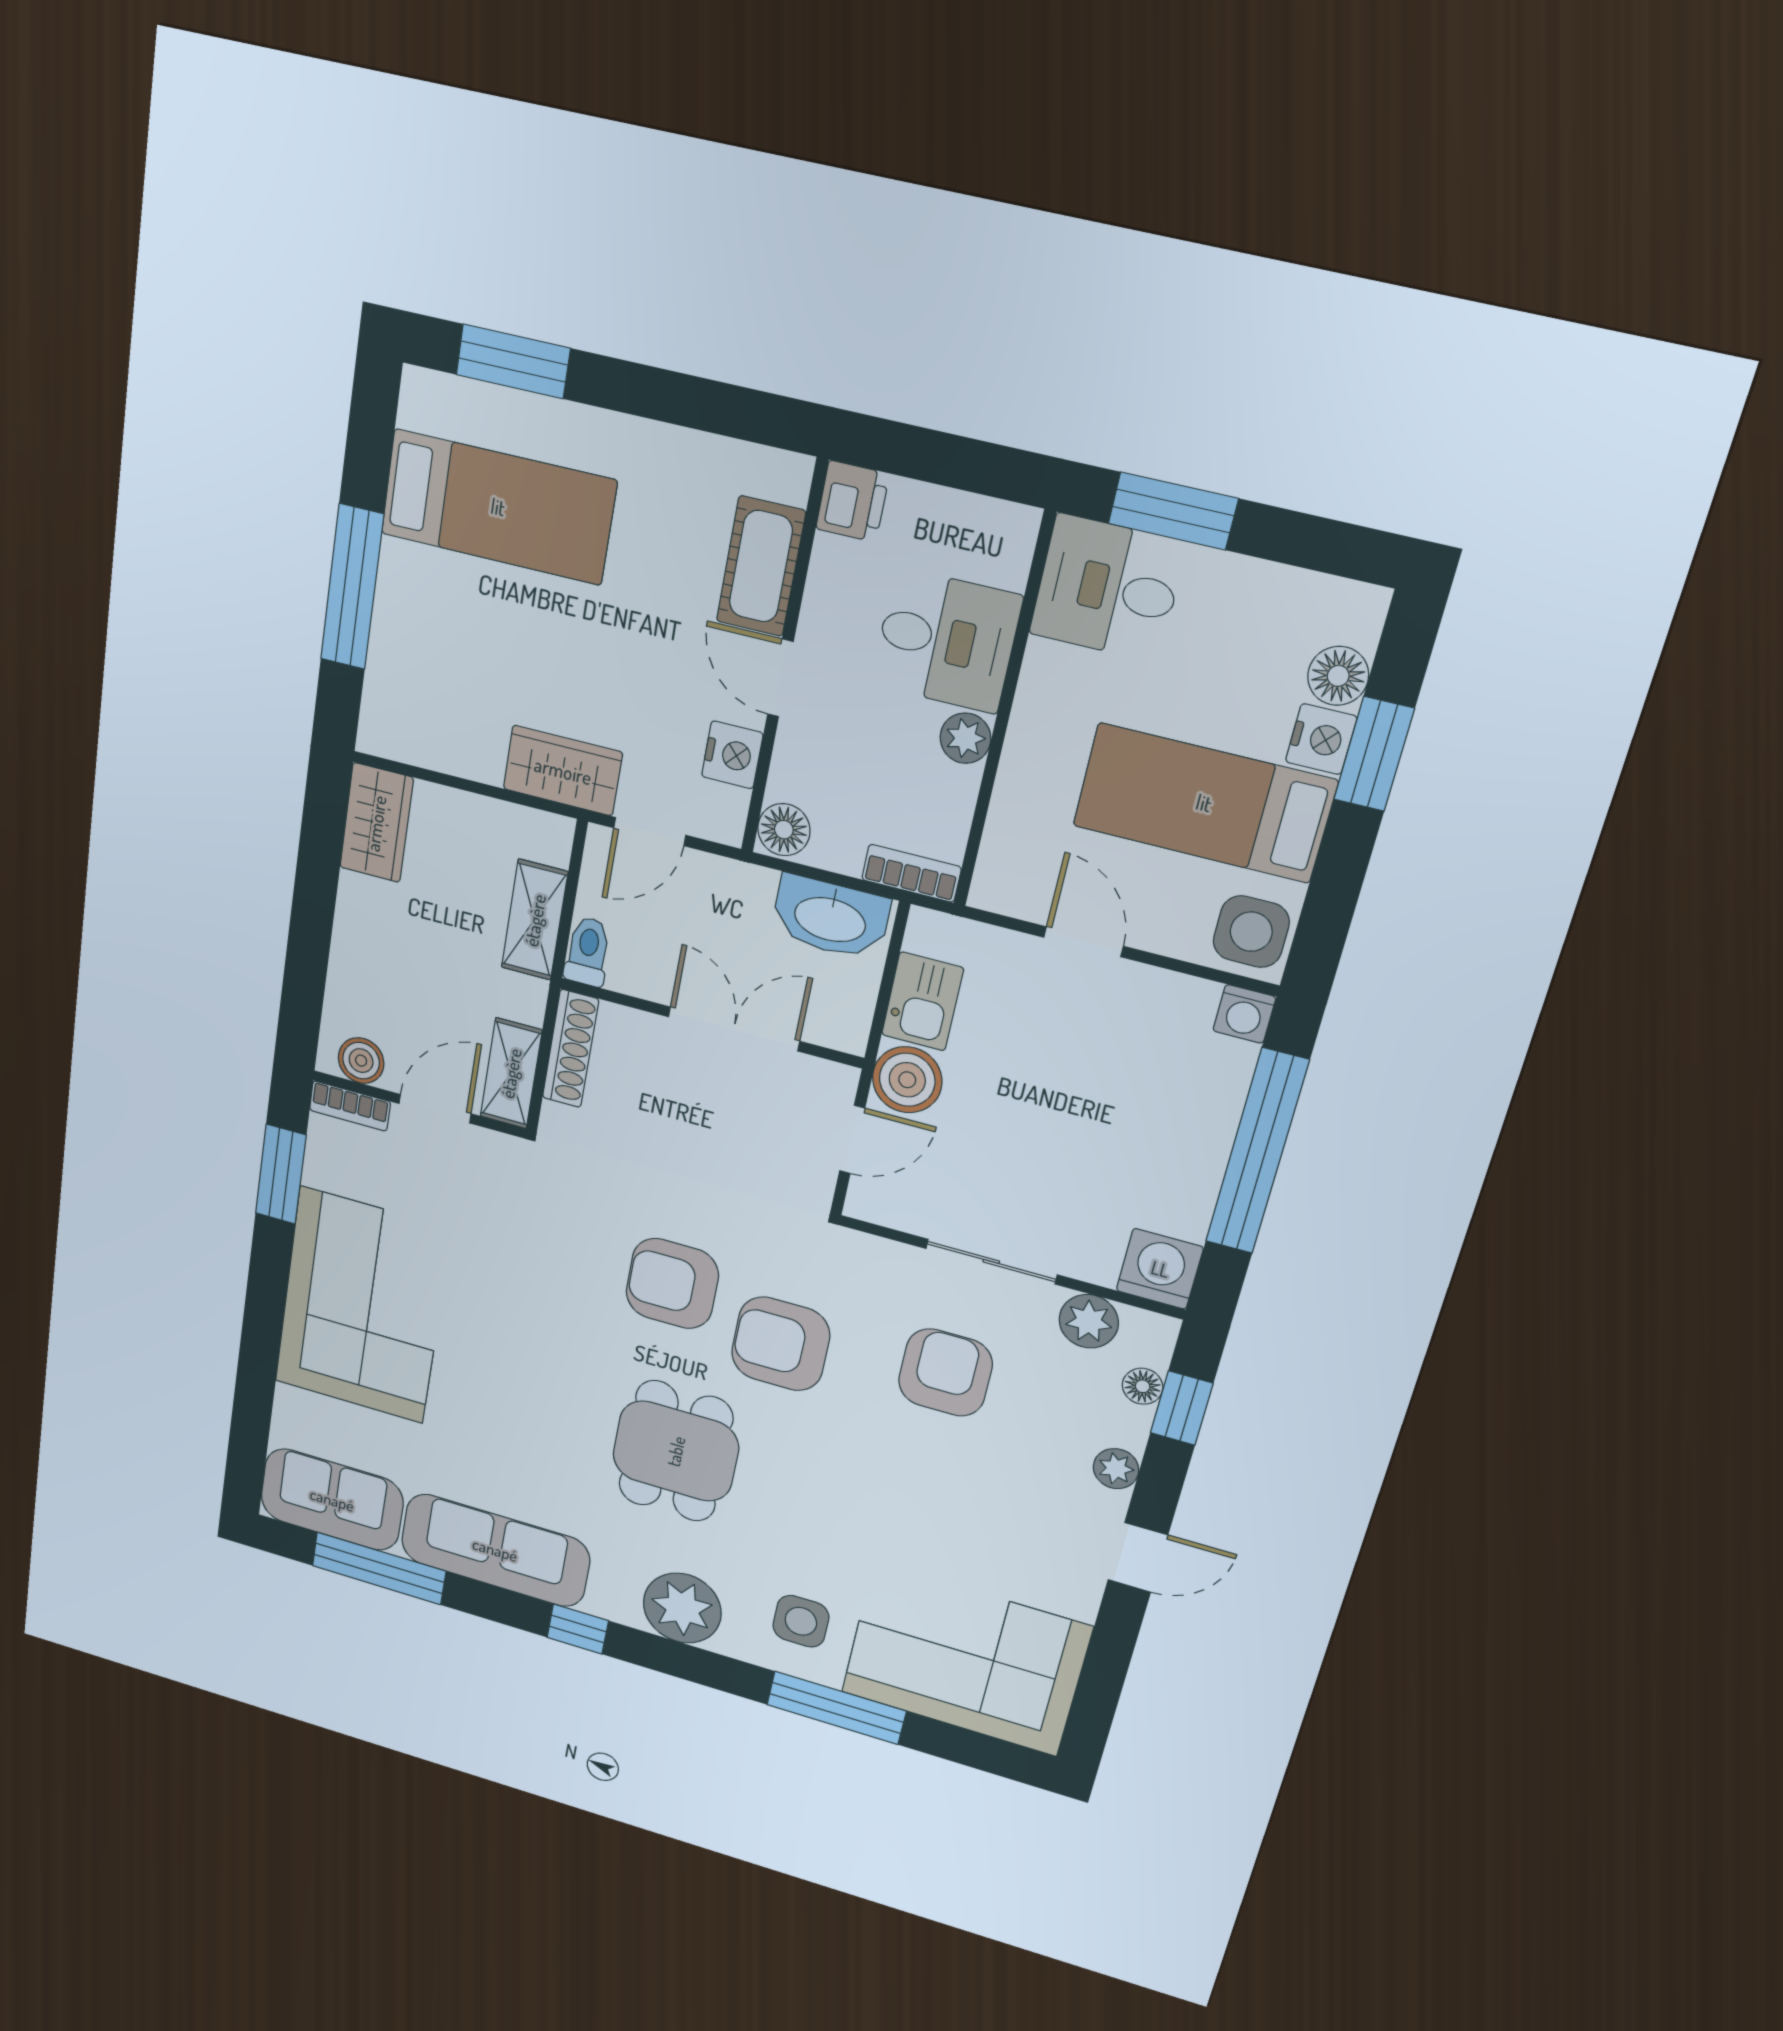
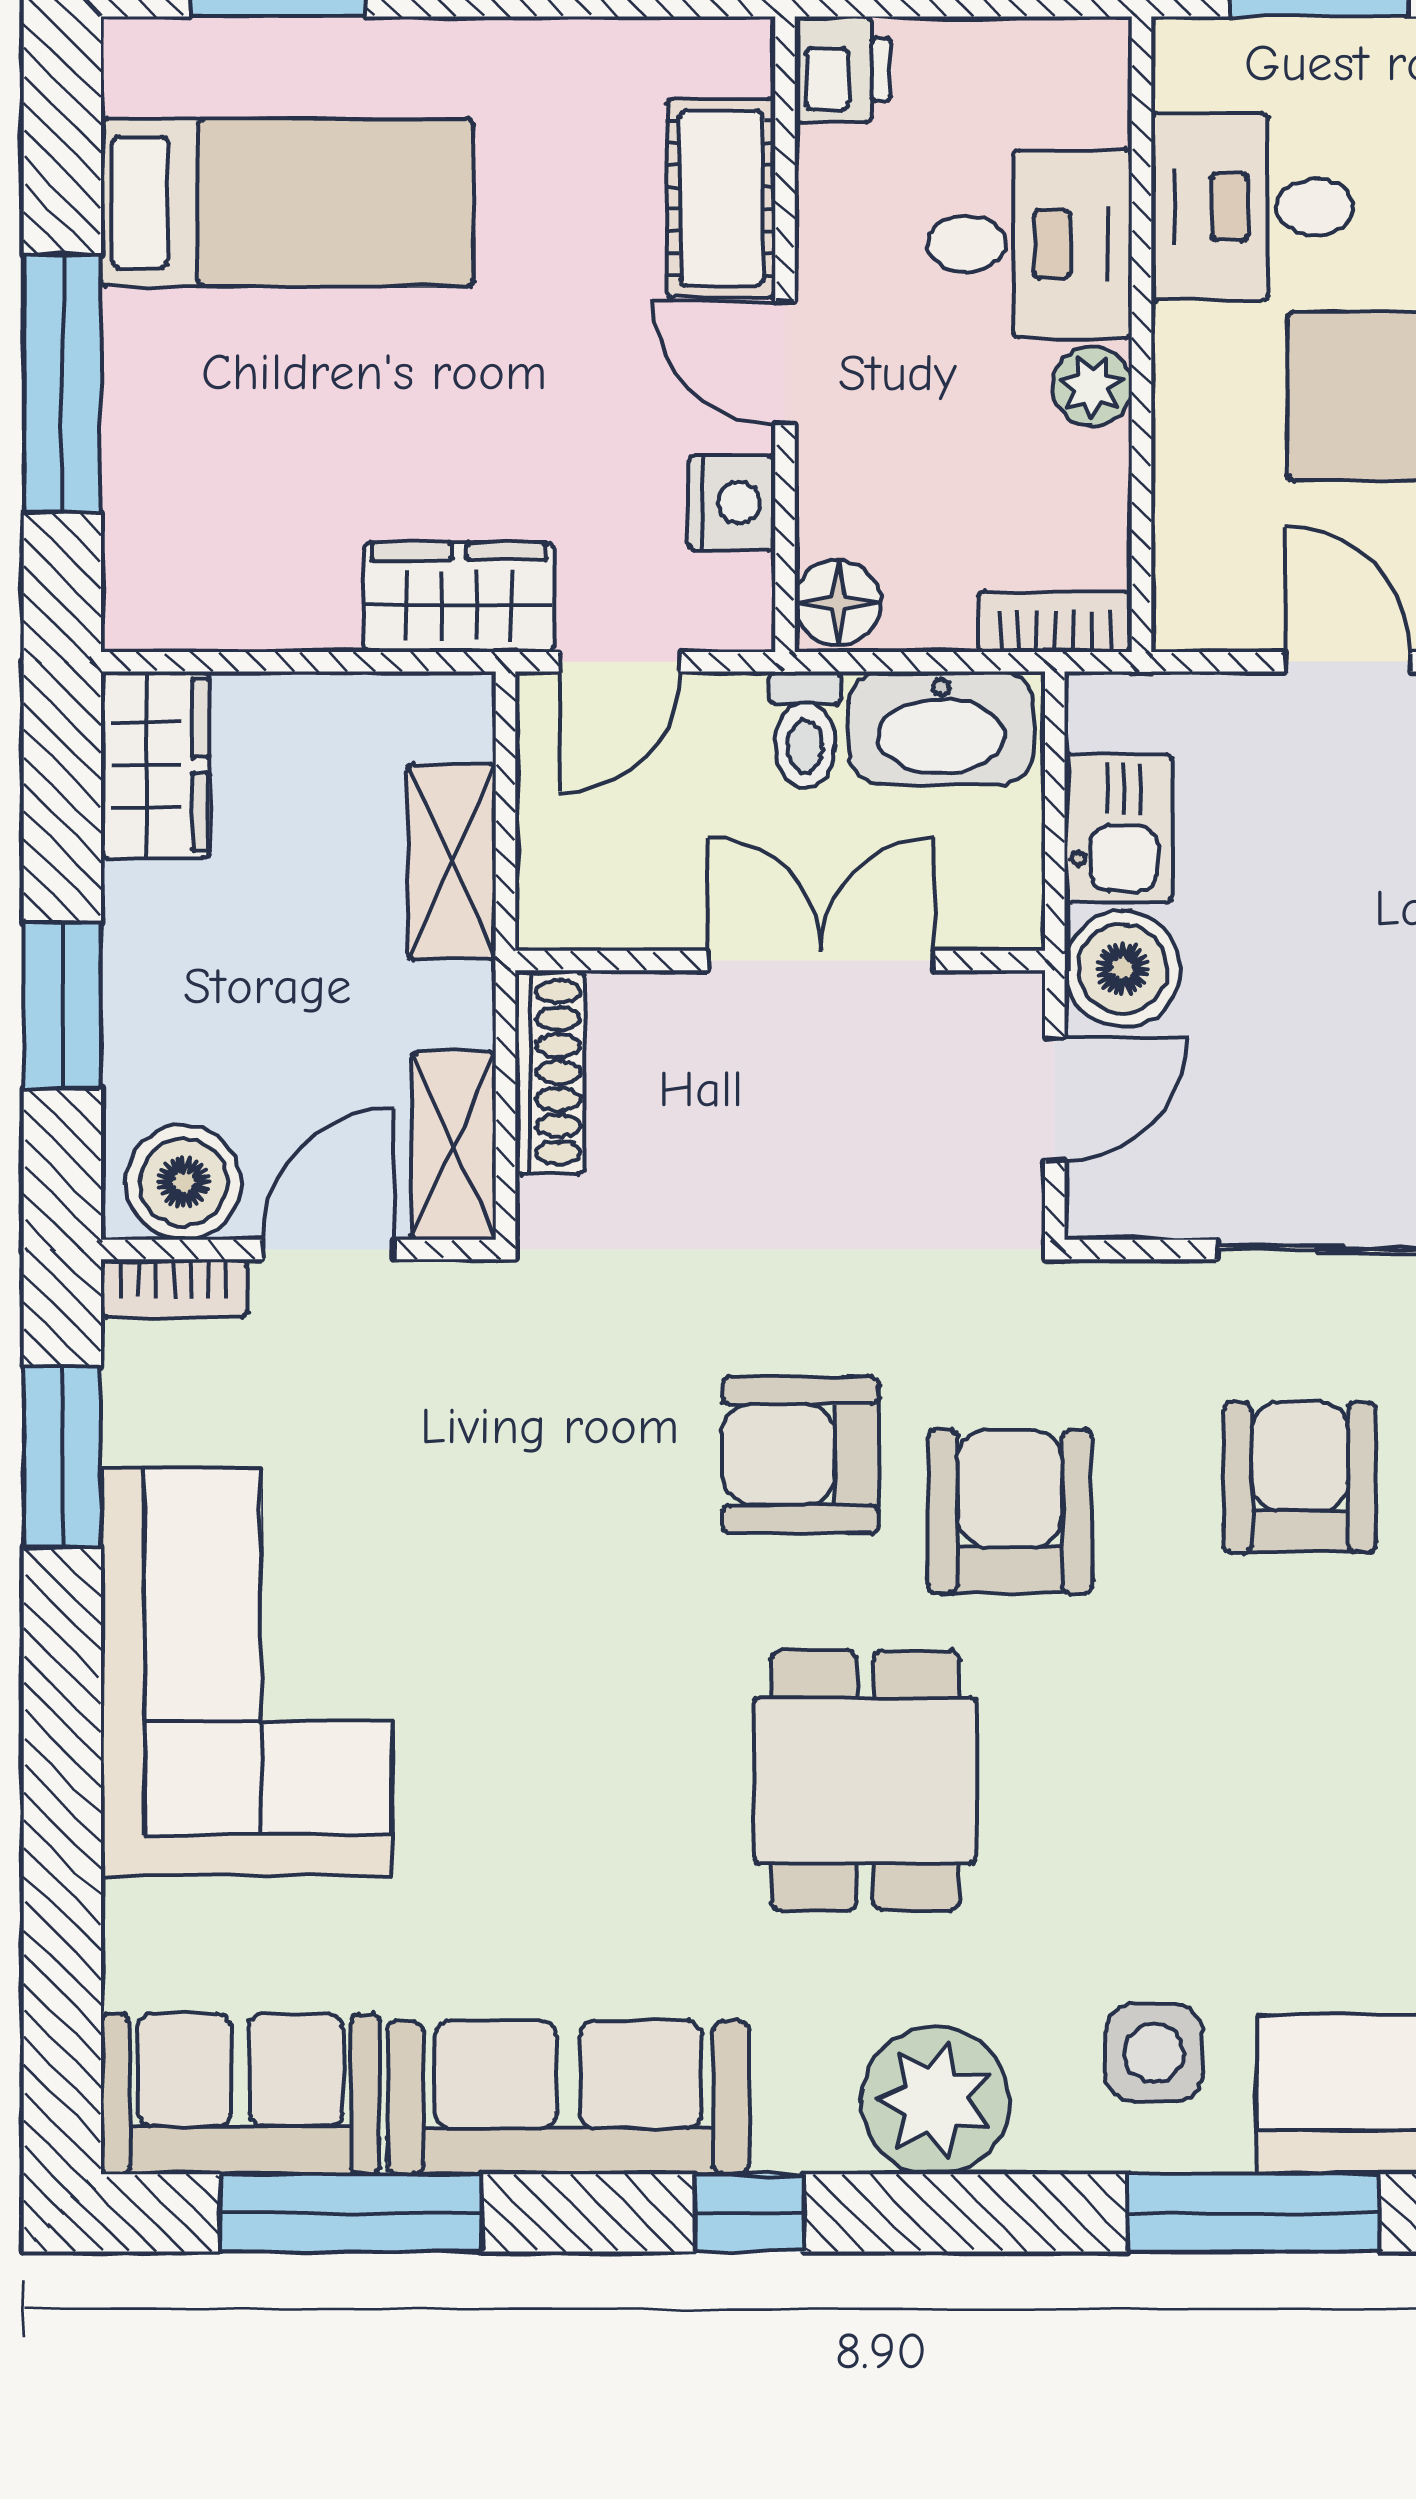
desk: (1108, 588) -> (1252, 207), moved
window: (309, 942) -> (62, 1005), added
toilet: (588, 951) -> (805, 730), moved, turned 180
boiler: (361, 1061) -> (183, 1182), width x1.36, depth x1.36
armchair: (781, 1344) -> (1010, 1511), turned 90

